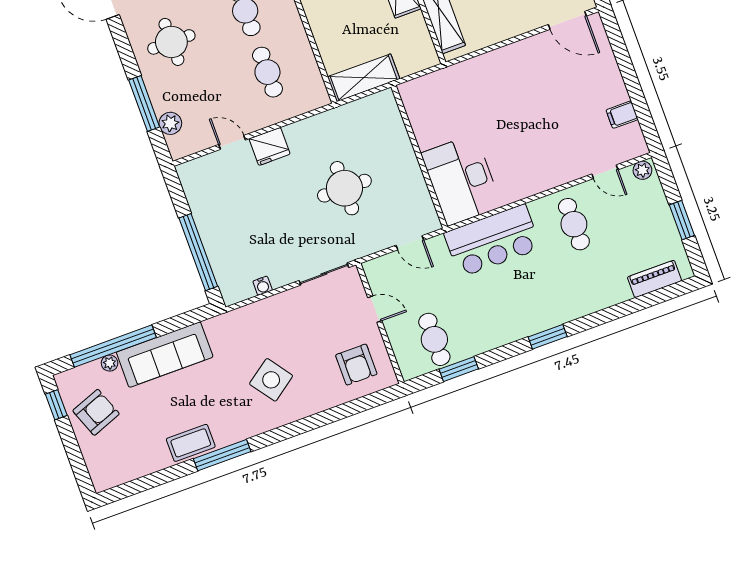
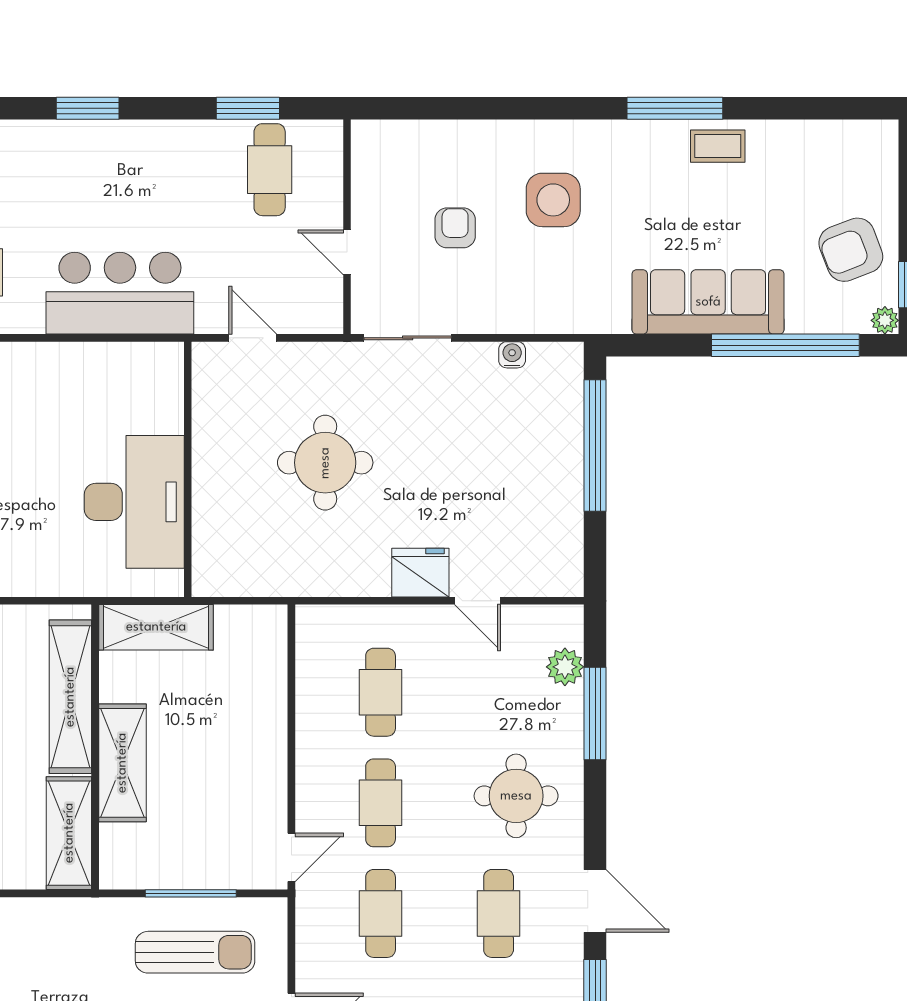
shelving: (364, 78) -> (156, 627), moved
desk: (461, 180) -> (134, 502), moved
plant: (110, 363) -> (885, 320), moved
armchair: (356, 365) -> (455, 228), moved, width x0.72, depth x0.72
side table: (271, 380) -> (553, 200), turned 36
coffee table: (191, 443) -> (718, 146), width x0.73, depth x0.77

